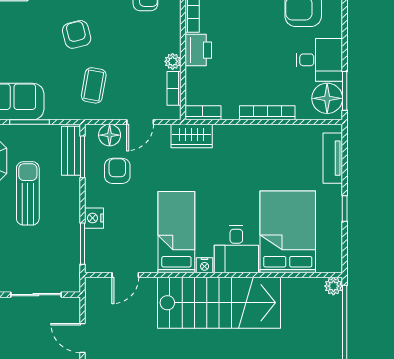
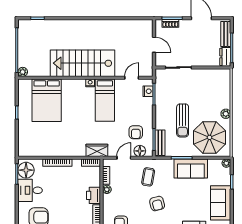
tv unit: (333, 158) -> (23, 139), removed
nightstand: (94, 218) -> (148, 91), moved
desk: (236, 249) -> (74, 91), removed

